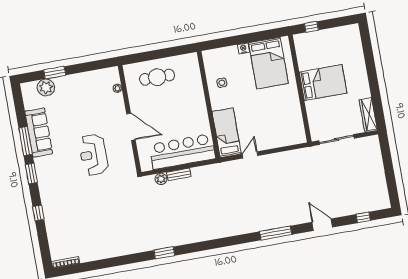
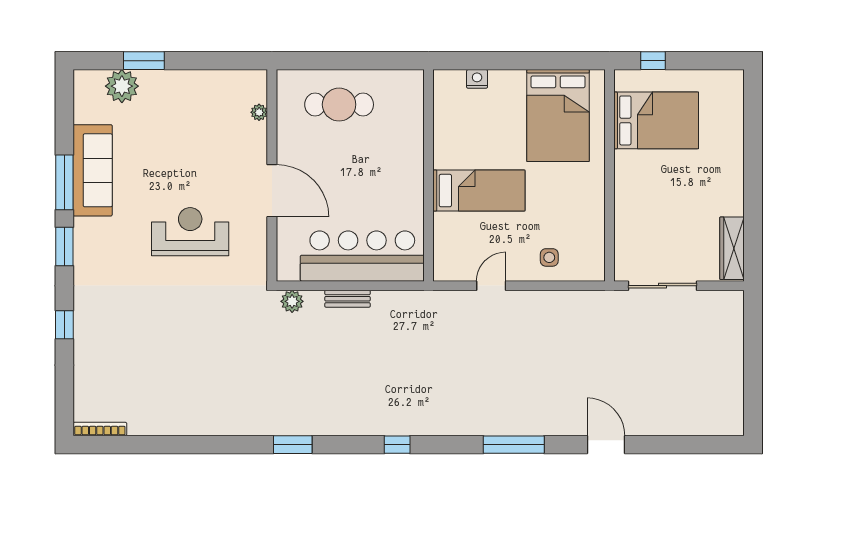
nightstand: (243, 48) -> (477, 79), moved
side table: (222, 83) -> (549, 257), moved
bed: (323, 83) -> (656, 120), moved
bed: (227, 133) -> (479, 191), moved, turned 90
reception desk: (93, 155) -> (190, 232), turned 90
plant: (161, 179) -> (292, 301), moved
window: (363, 217) -> (397, 445), moved

